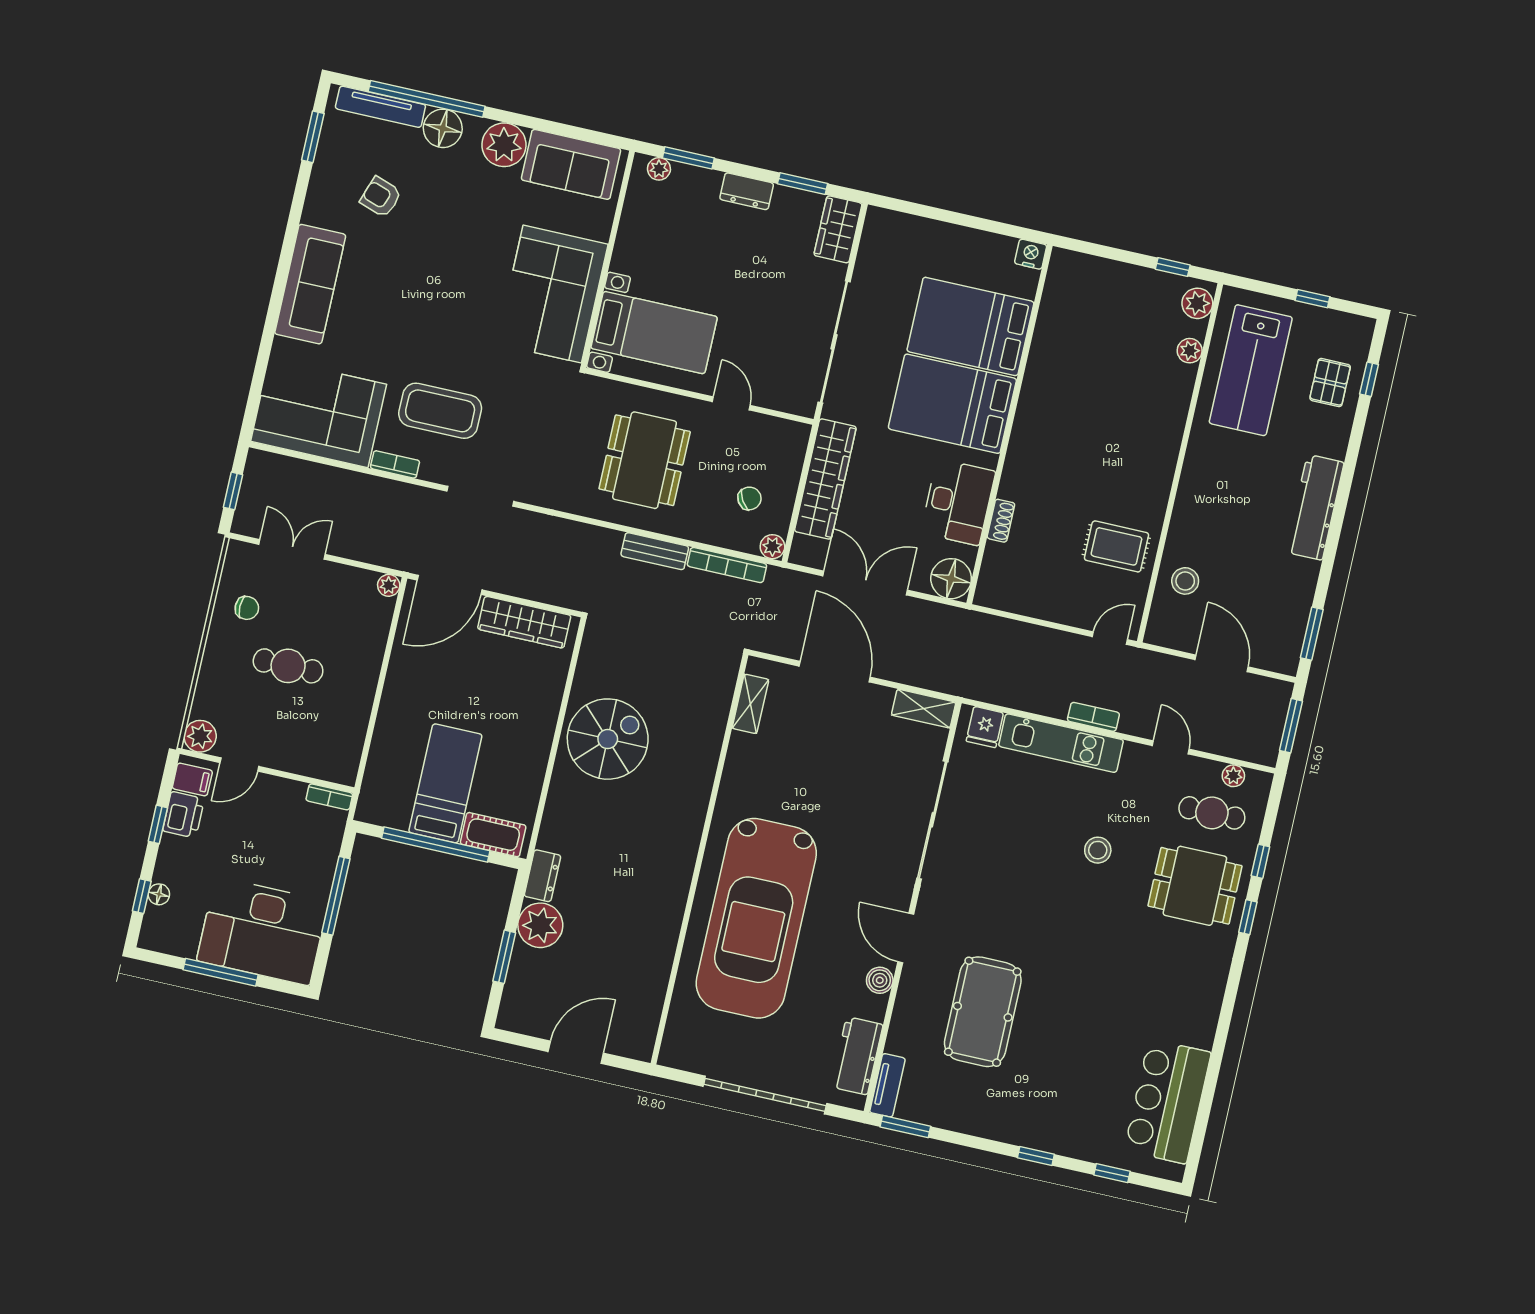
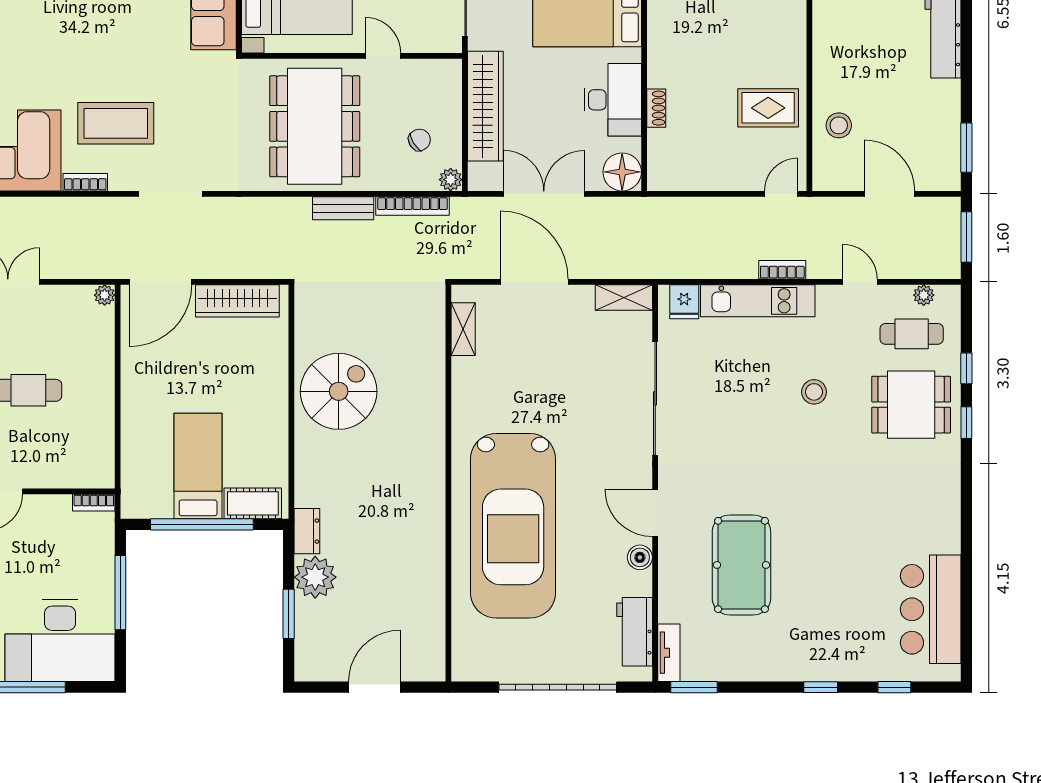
dining table: (645, 460) -> (315, 126), width x1.36, depth x1.24

